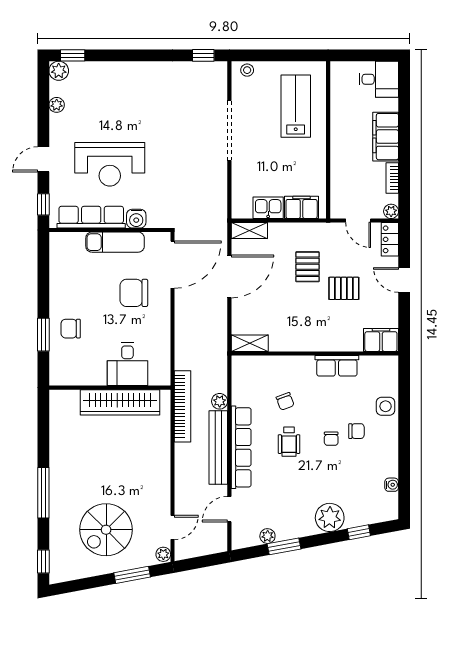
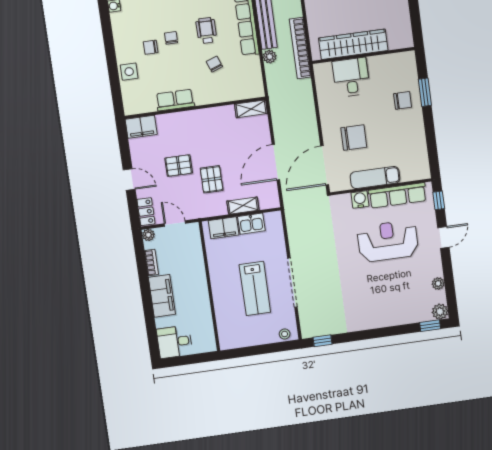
lab bench: (296, 106) -> (255, 288), moved
shelving: (249, 231) -> (243, 206), moved

